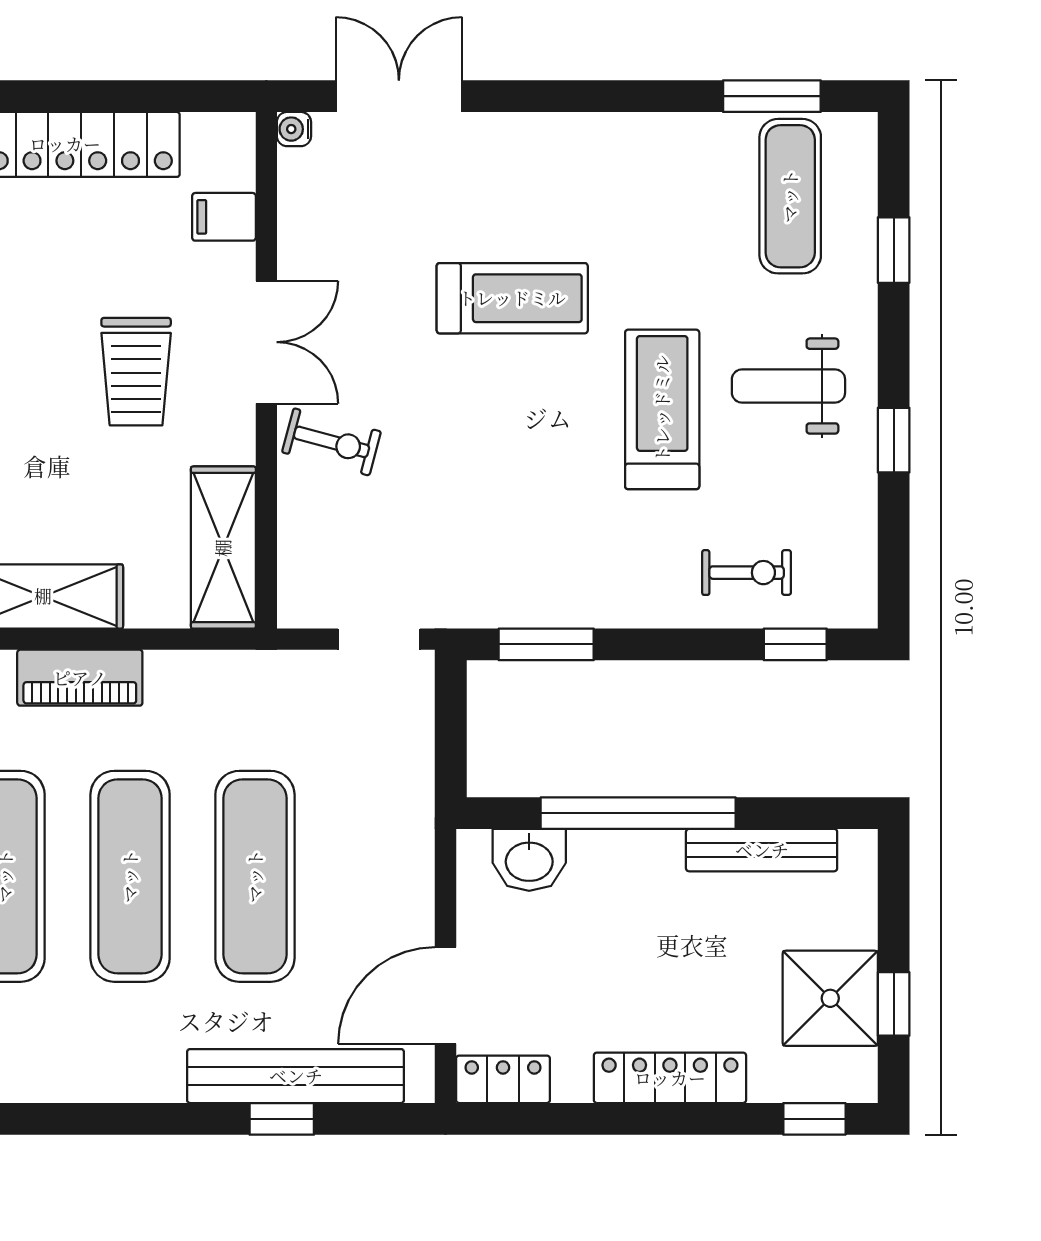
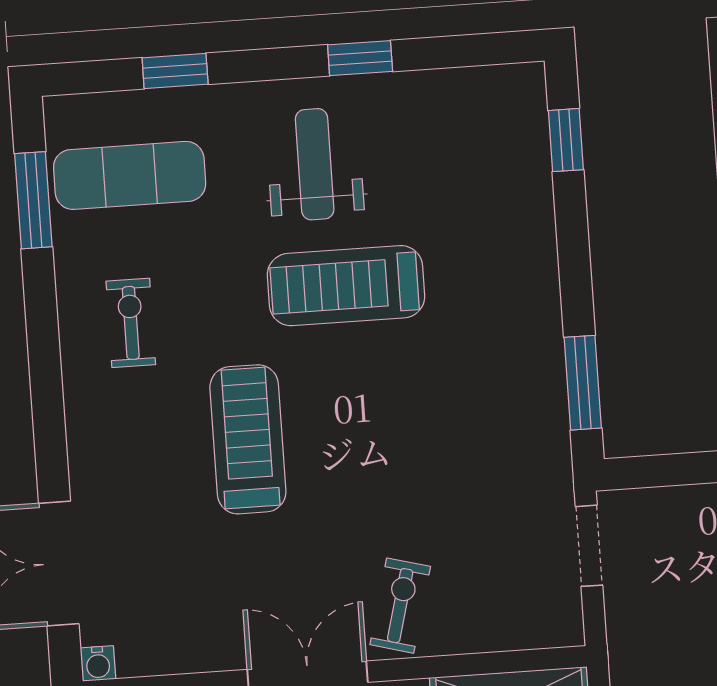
weight bench: (788, 386) -> (315, 164), turned 180
exercise bike: (747, 573) -> (131, 323), moved

